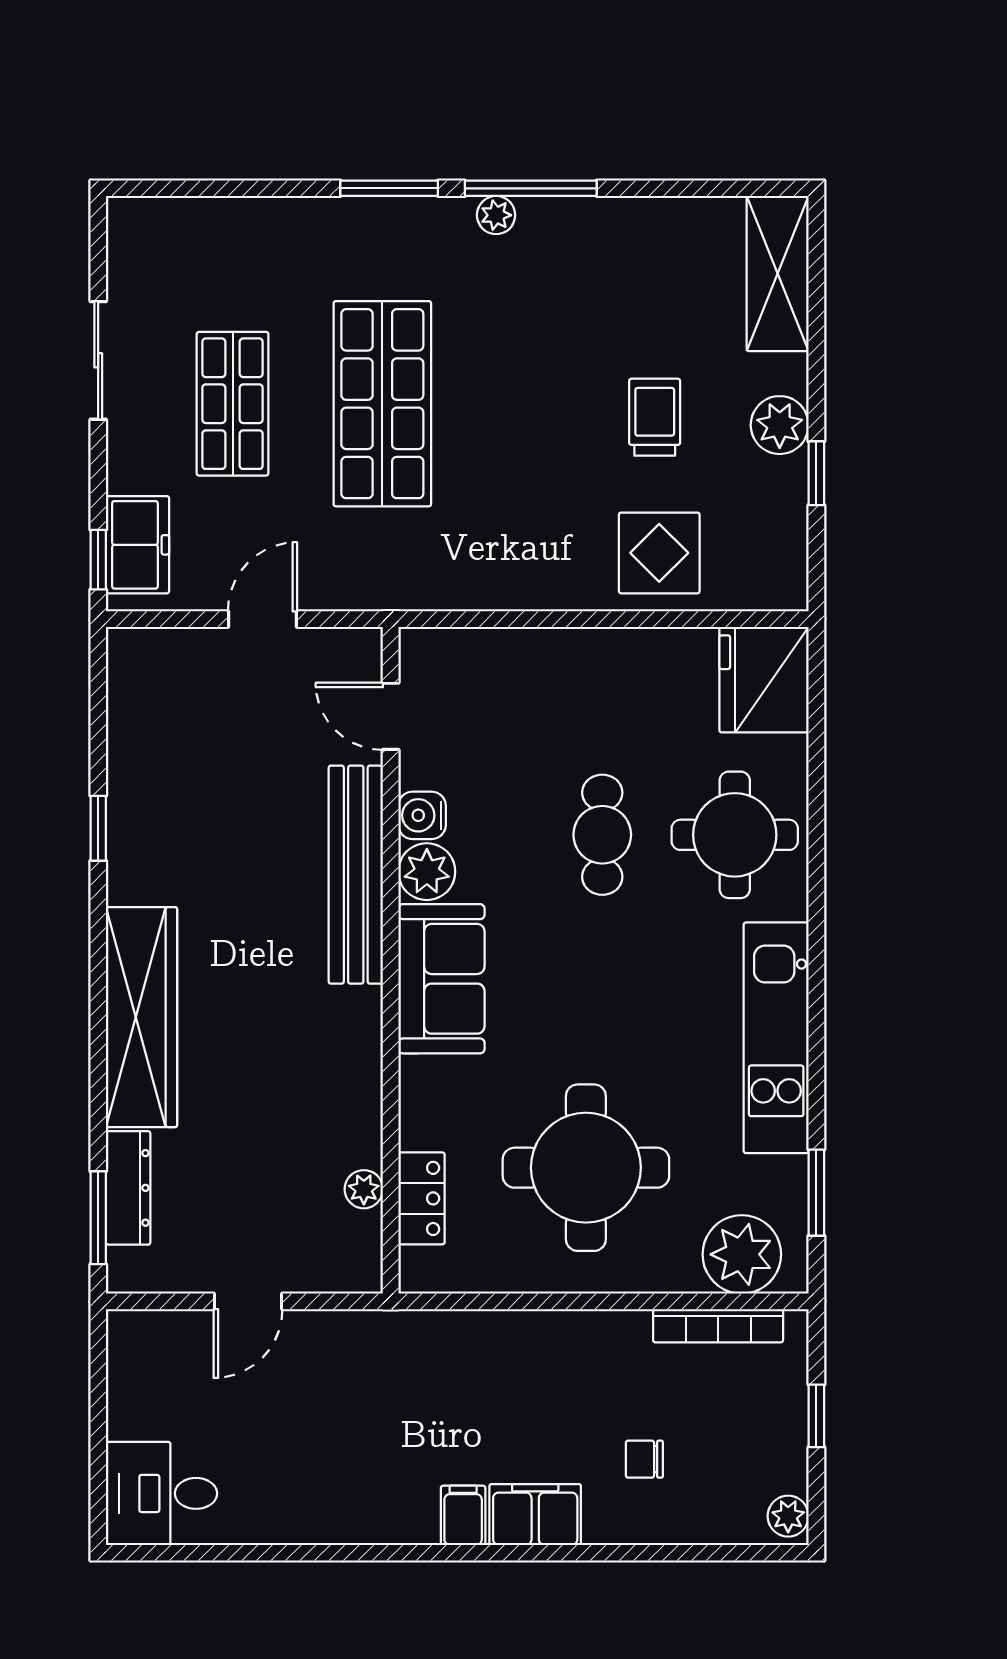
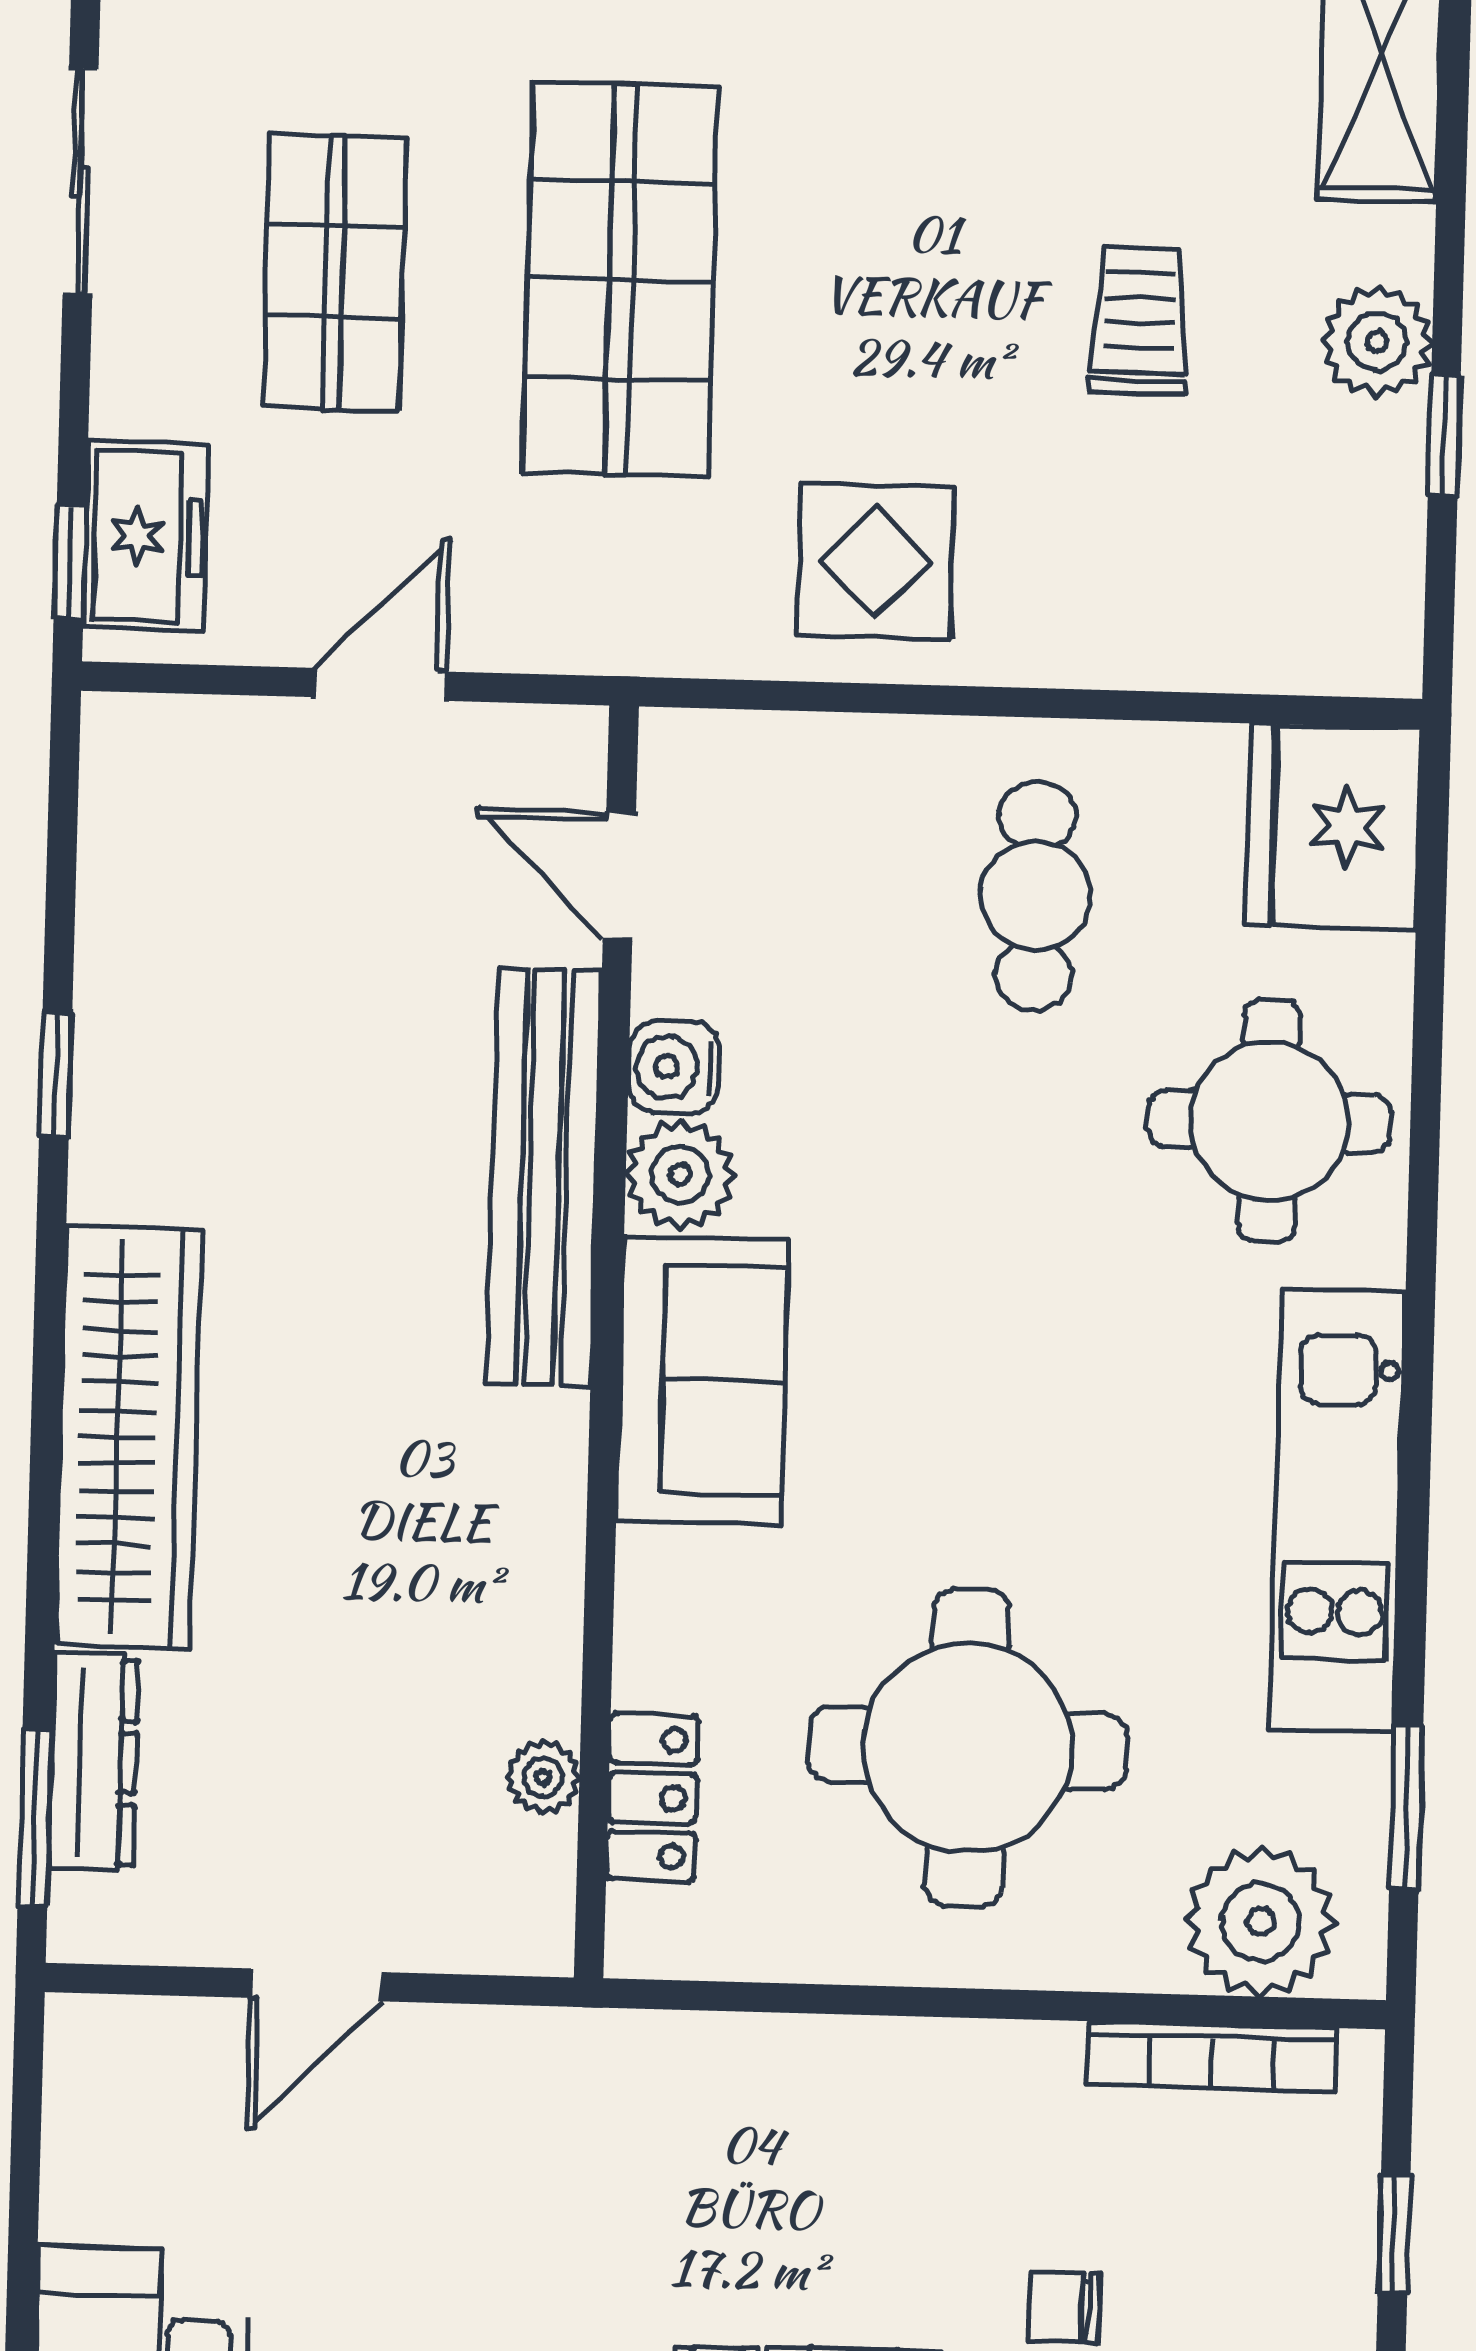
display table: (659, 553) -> (875, 561), moved
cafe table: (602, 835) -> (1036, 896), moved

